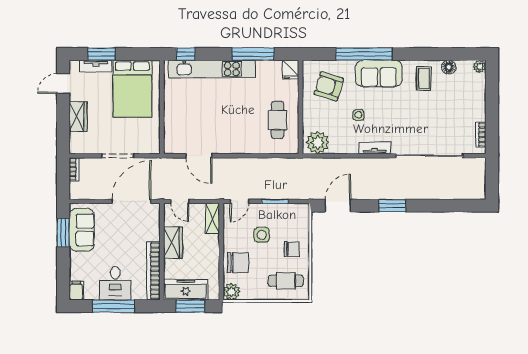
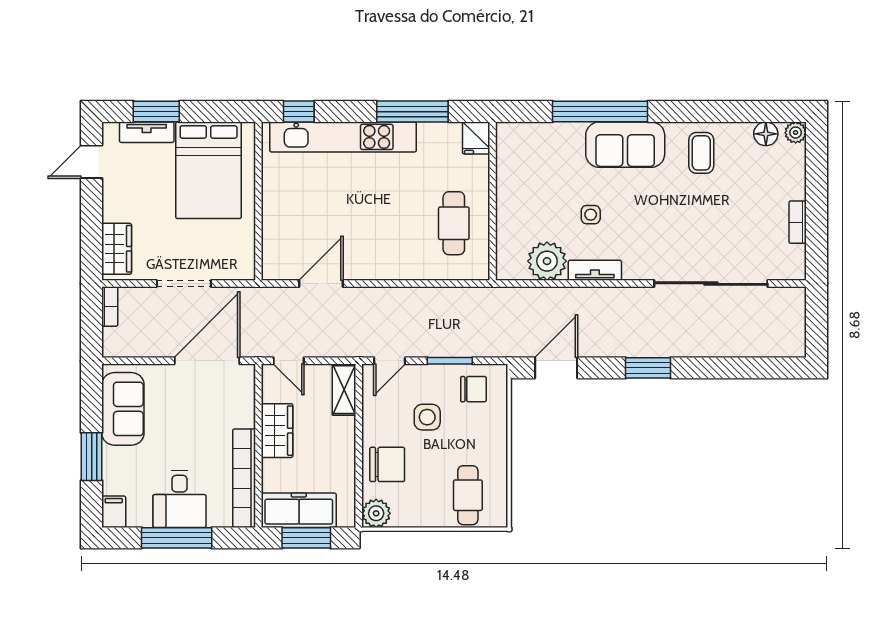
floor lamp: (449, 67) -> (766, 134), moved
armchair: (329, 86) -> (541, 166), removed
wardrobe: (78, 117) -> (117, 249), moved
bookcase: (481, 135) -> (798, 222), moved
plant: (318, 142) -> (547, 261), moved
tv unit: (375, 148) -> (595, 270), moved
door: (199, 156) -> (321, 284), swing flipped
window: (63, 233) -> (92, 457), moved
chair: (292, 249) -> (473, 389), moved
cafe table: (286, 281) -> (468, 495), turned 90

